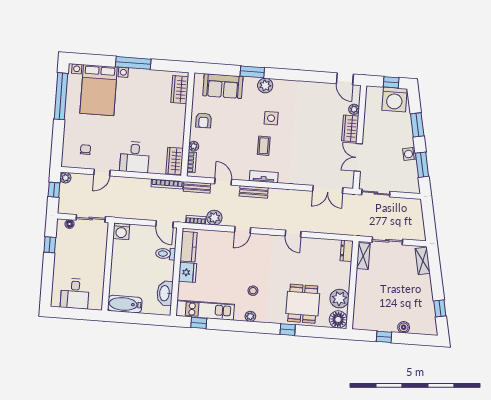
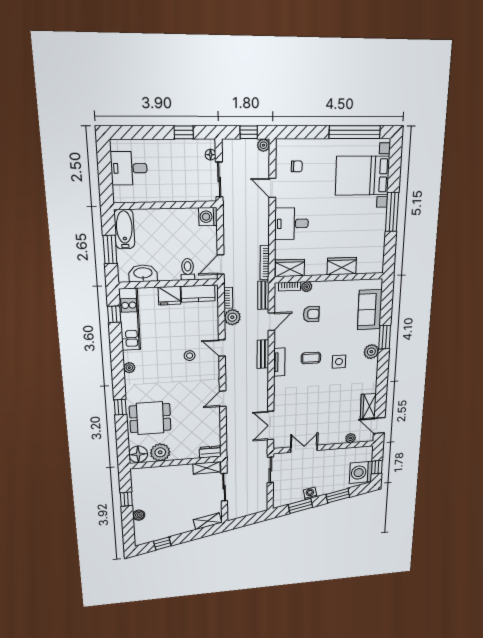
door: (345, 79) -> (379, 426), hinge flipped
wardrobe: (180, 90) -> (342, 266), moved
armchair: (204, 120) -> (311, 314), moved, turned 180
wardrobe: (350, 128) -> (368, 406), moved, turned -90
stool: (253, 291) -> (190, 356), moved
window: (141, 319) -> (110, 249), added

